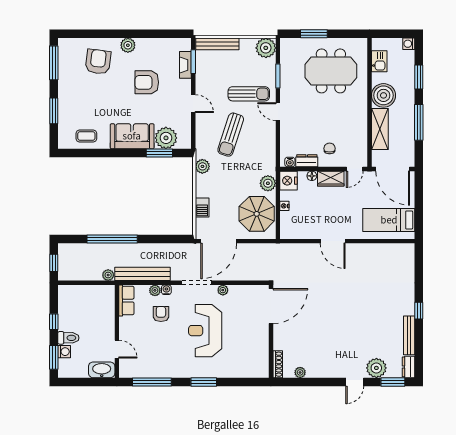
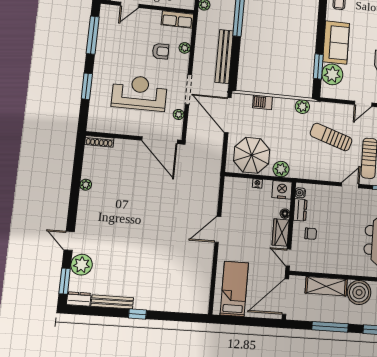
bench: (142, 274) -> (224, 57), moved
water cooler: (166, 290) -> (184, 59), removed
door: (271, 306) -> (160, 140), moved
wall: (271, 331) -> (134, 138), moved
shoe rack: (278, 364) -> (99, 141), moved

